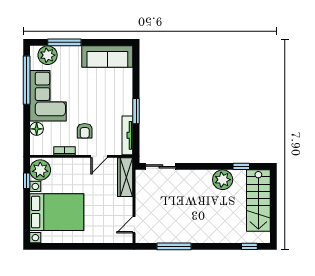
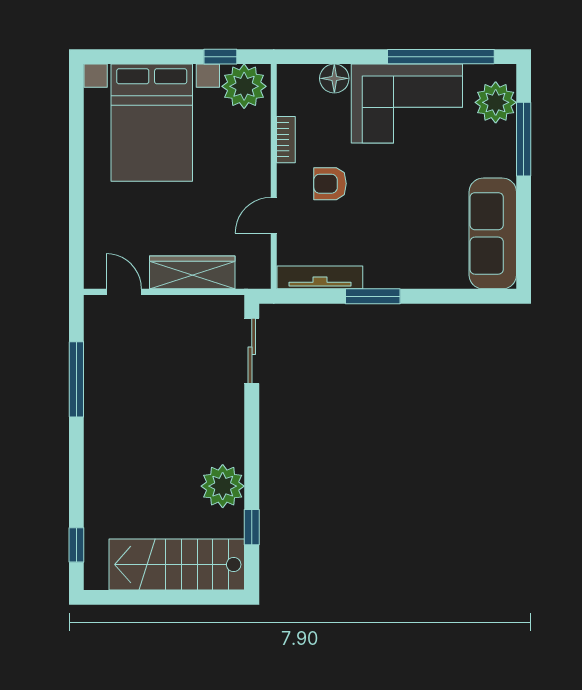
door: (99, 156) -> (274, 215), hinge flipped
wardrobe: (125, 177) -> (192, 272), moved

